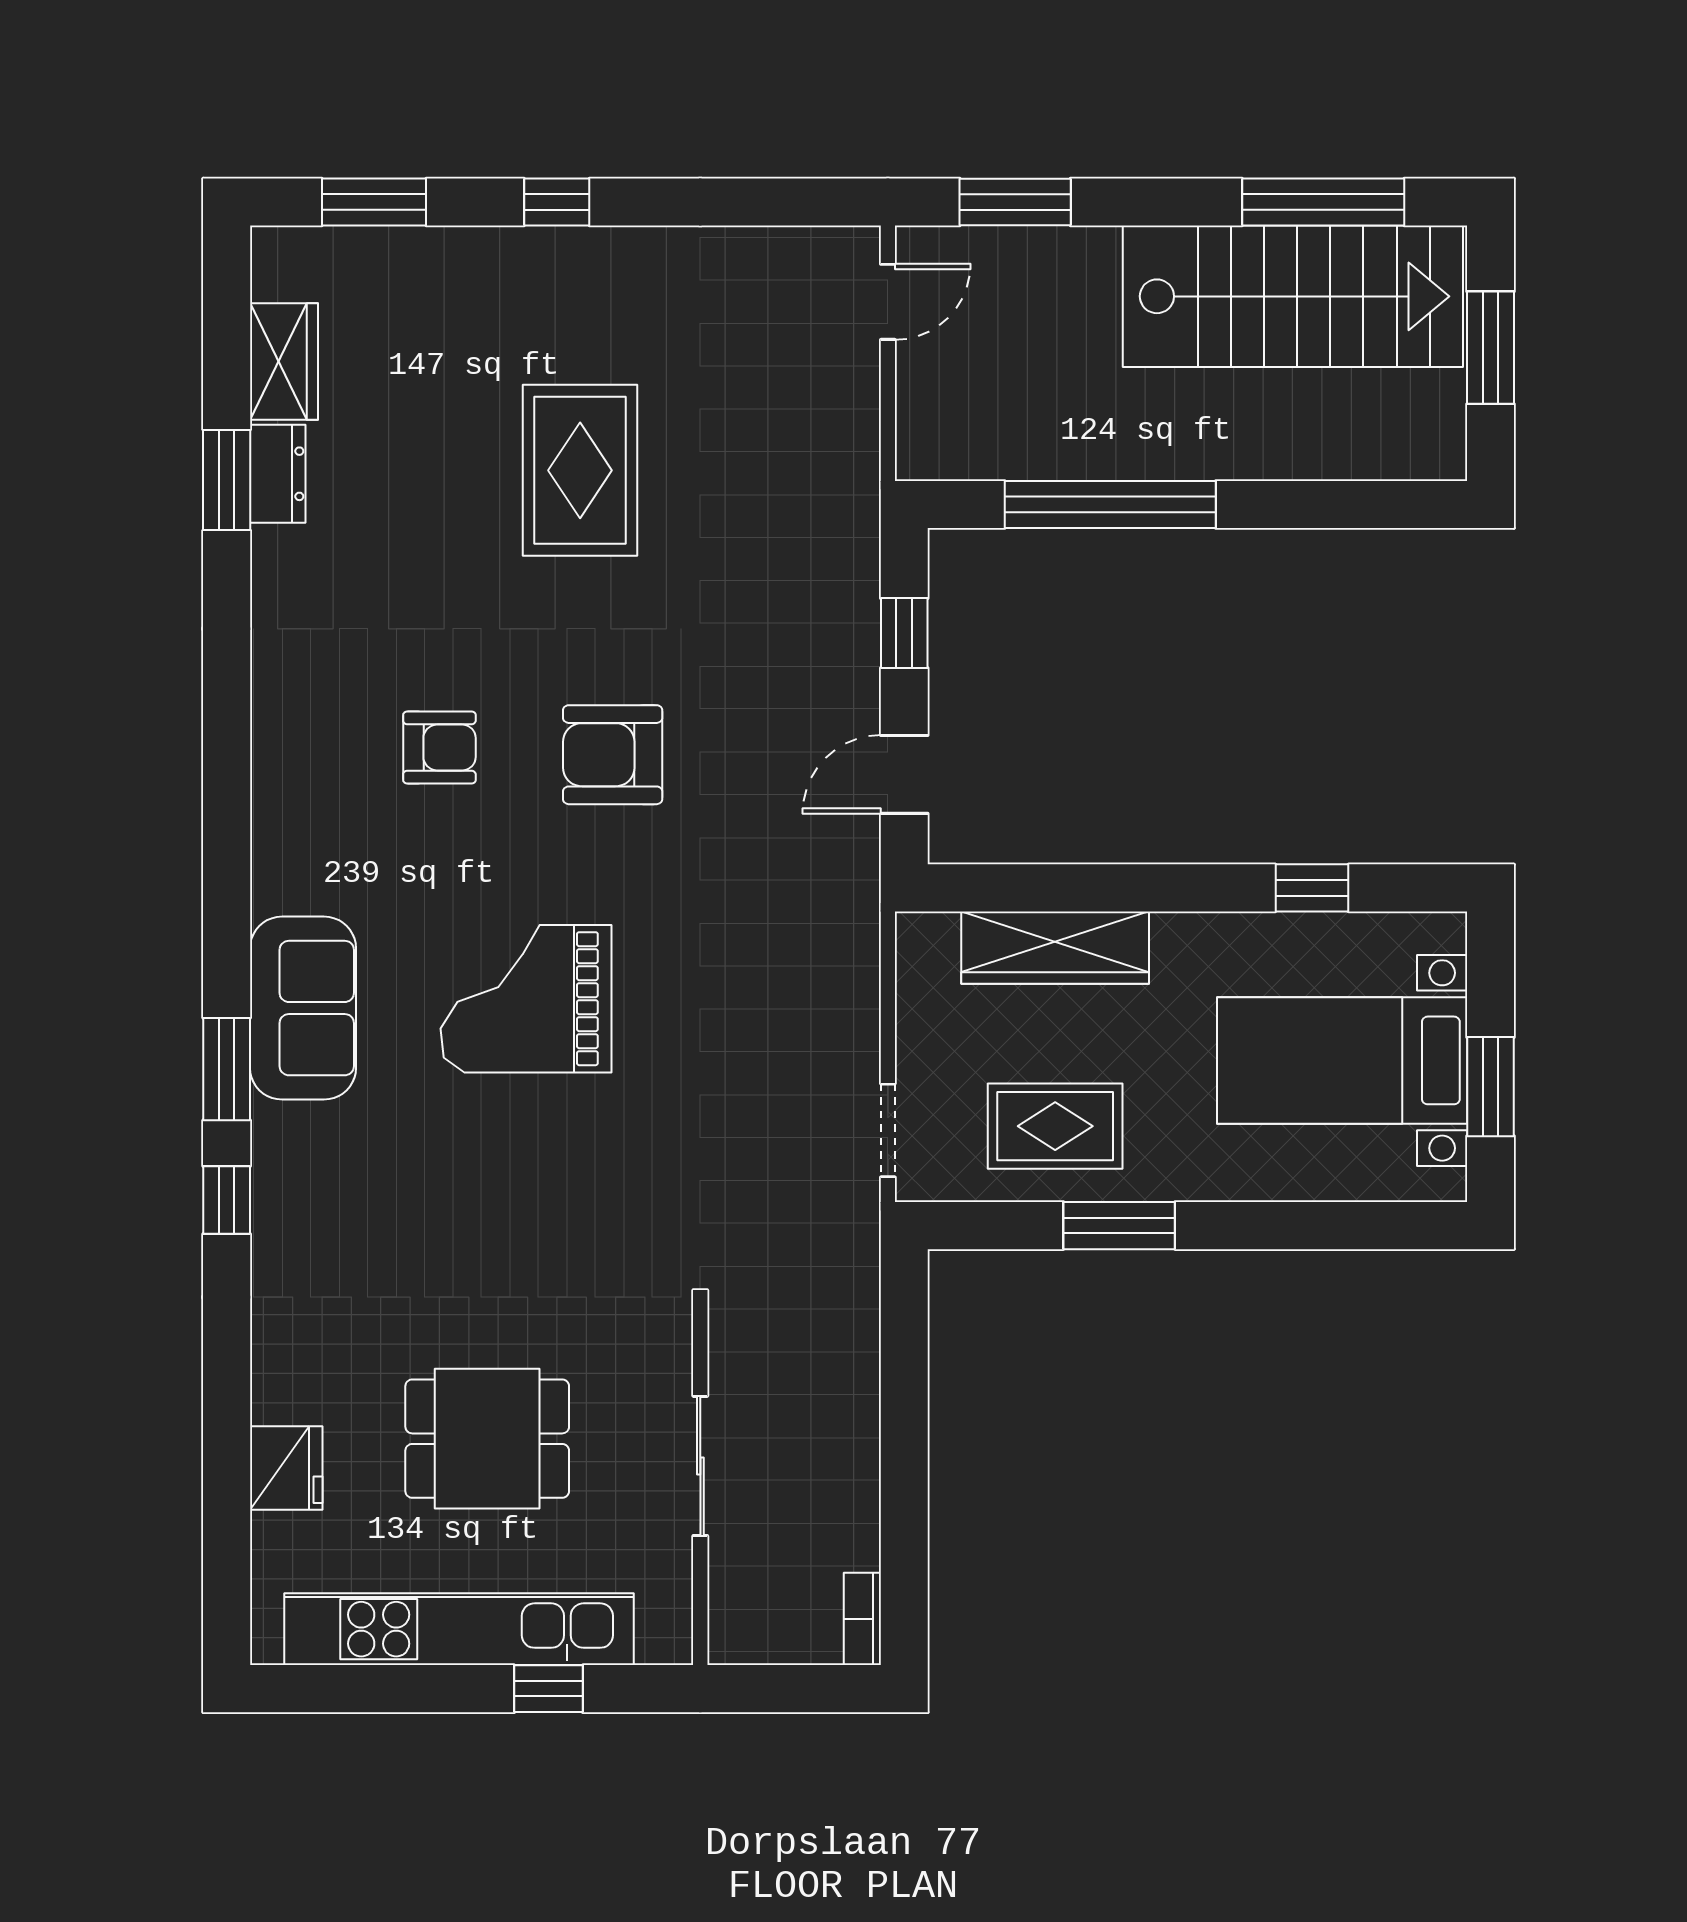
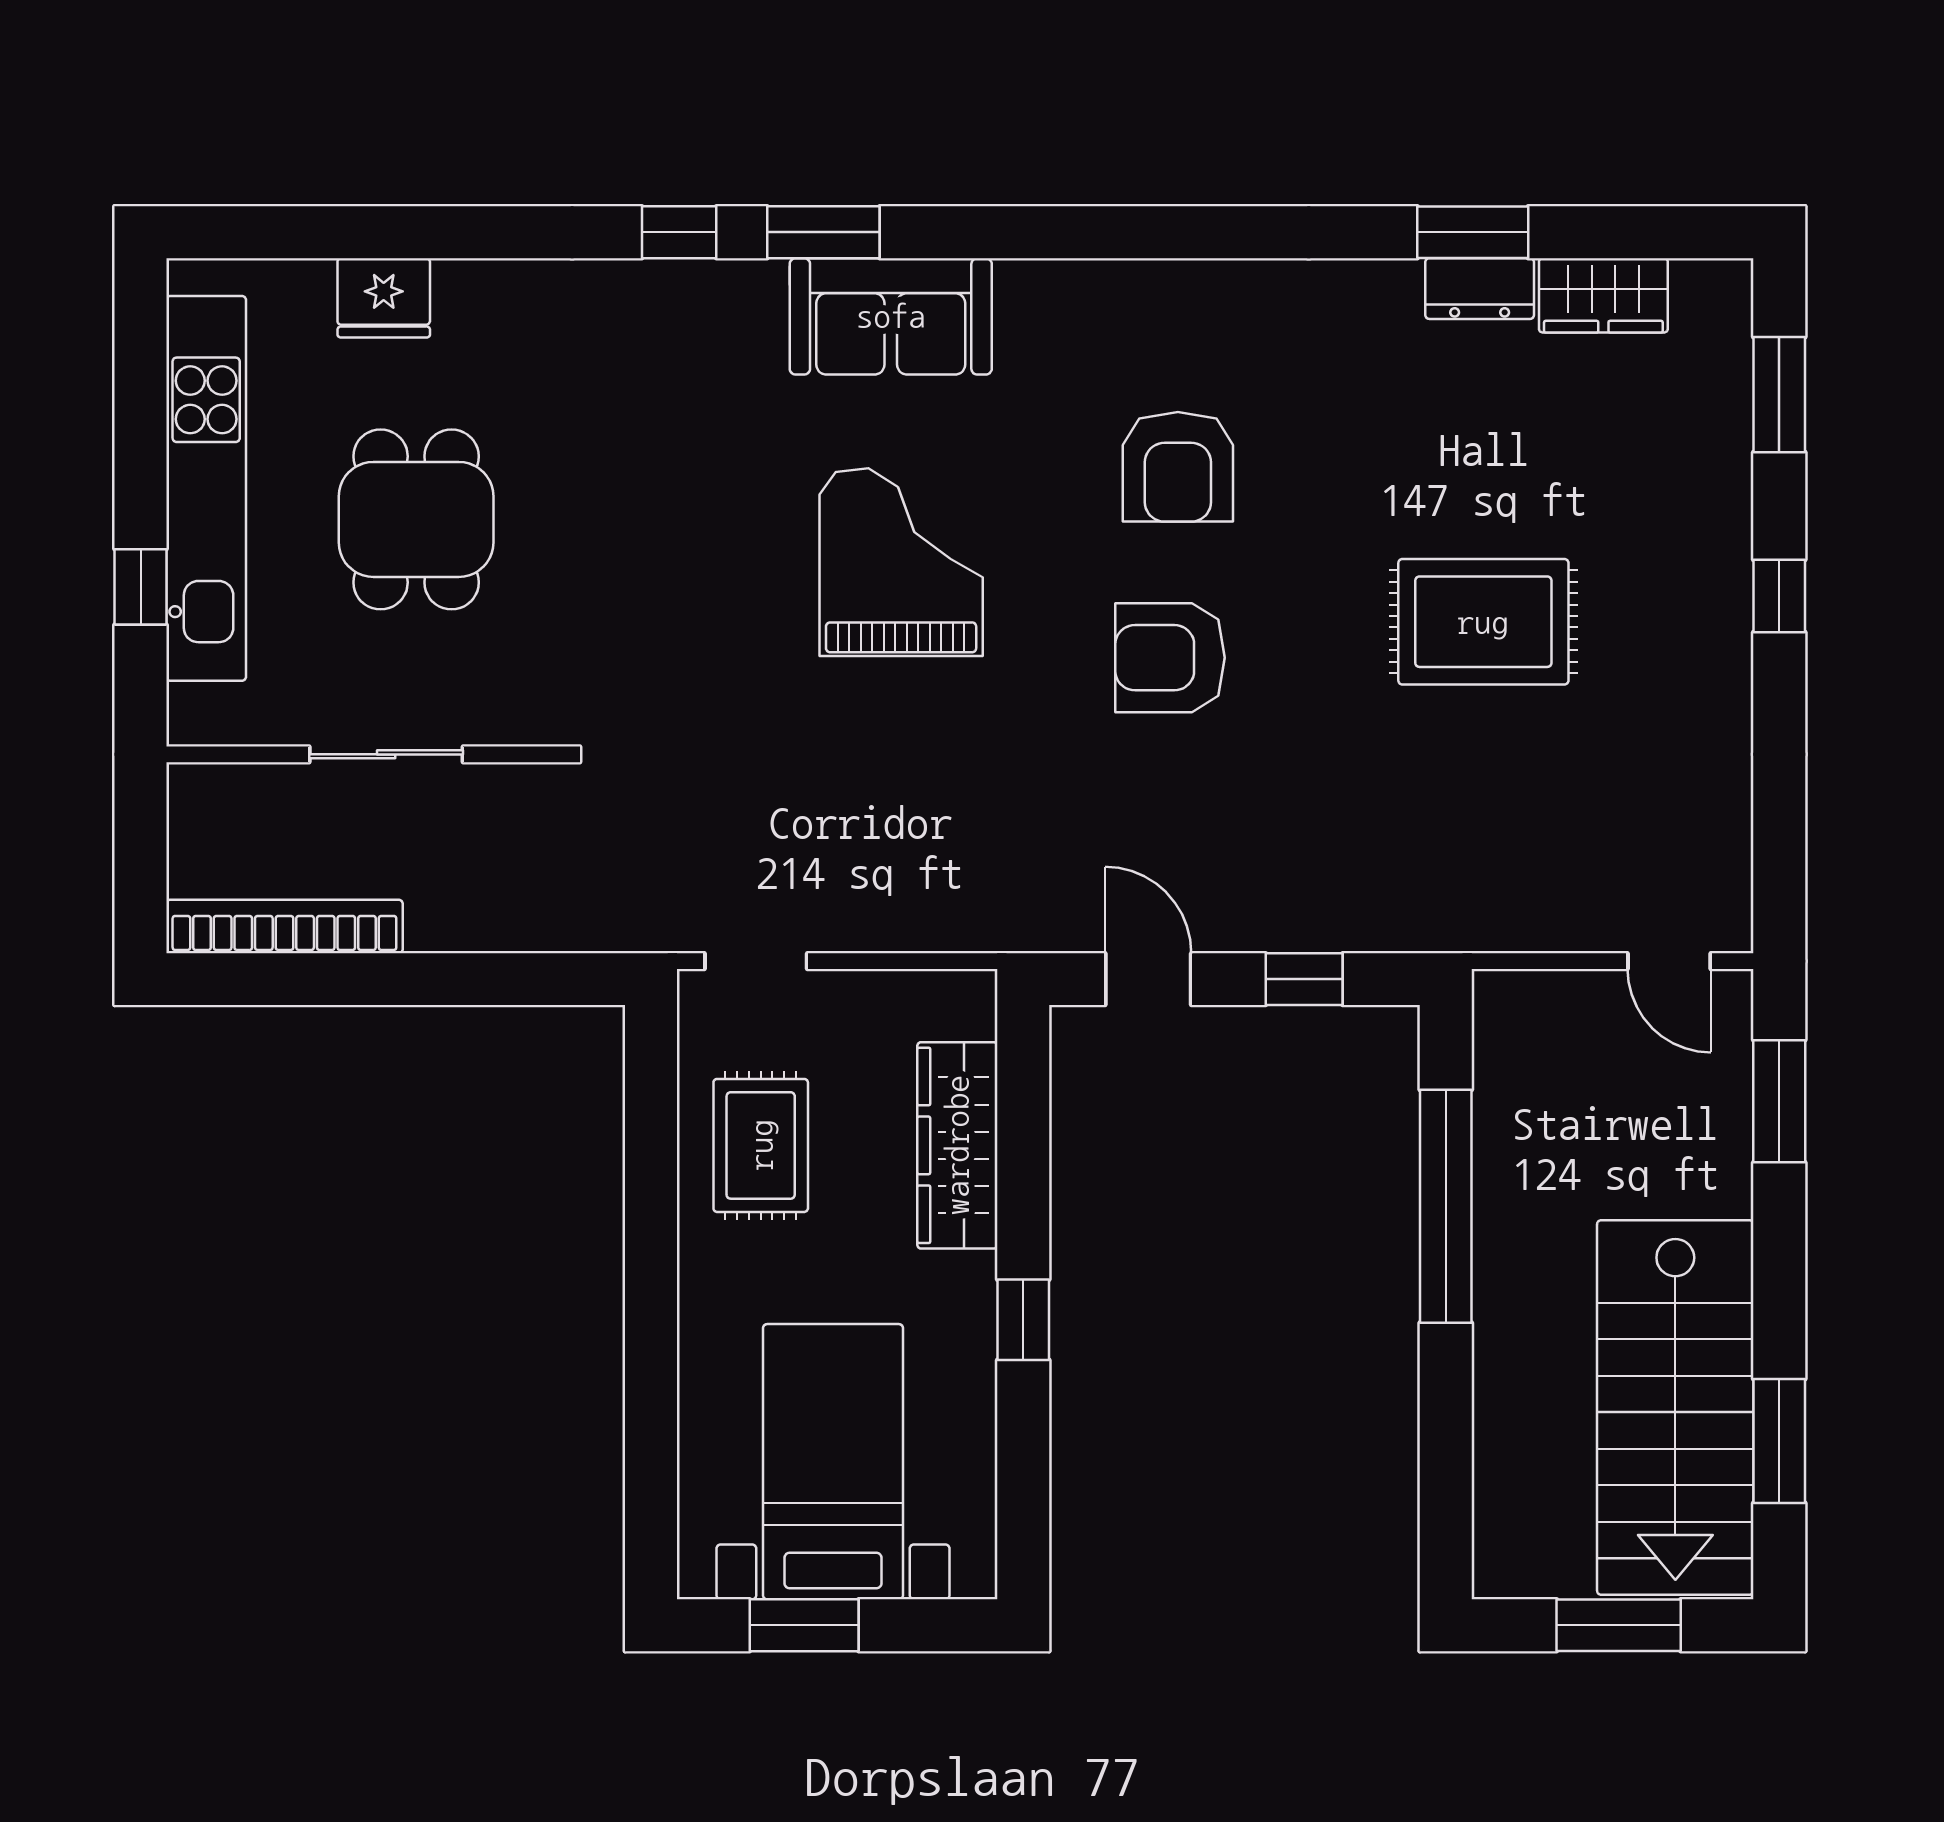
window: (1323, 202) -> (1779, 1441), width x0.69
armchair: (439, 747) -> (1178, 467), width x1.38, depth x1.38
armchair: (613, 755) -> (1170, 658), turned -90
window: (1312, 888) -> (1023, 1320), moved
window: (1119, 1226) -> (651, 1216), removed
bookcase: (862, 1619) -> (284, 926), width x2.31, depth x1.31

